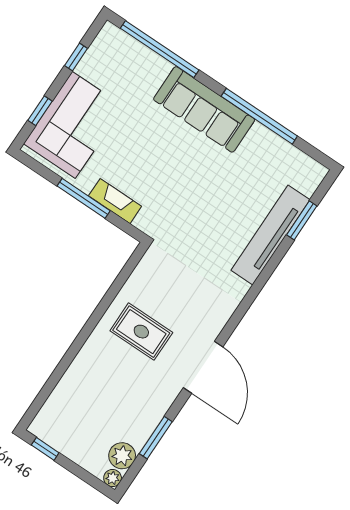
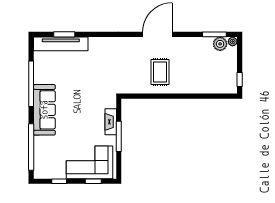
tv unit: (270, 235) -> (61, 44), moved
window: (156, 438) -> (214, 34), moved

